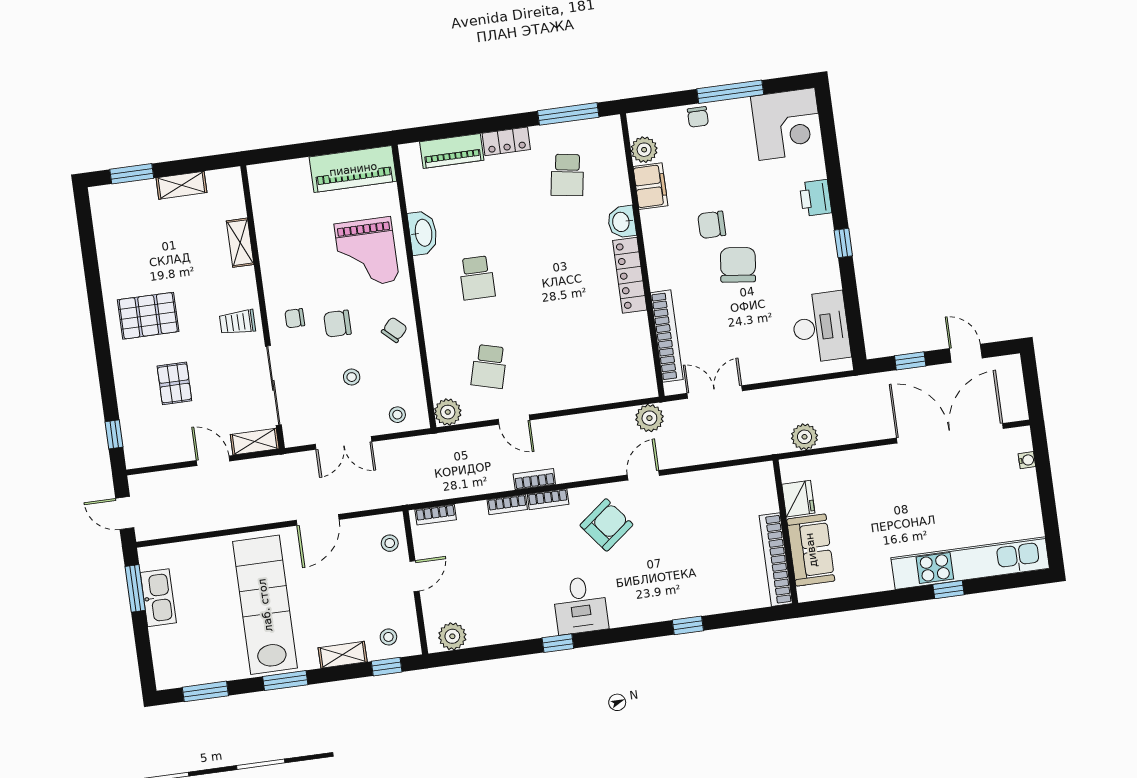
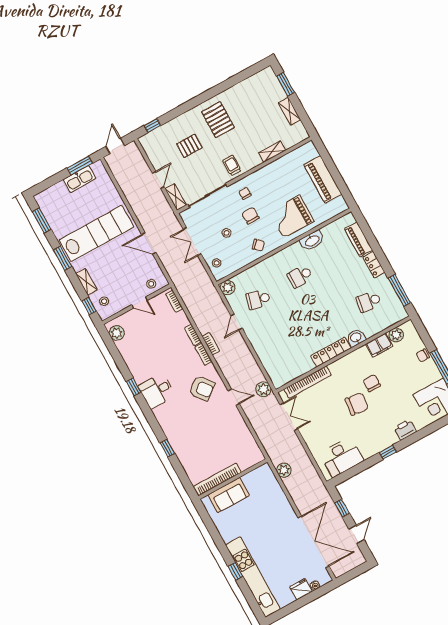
piano: (353, 169) -> (323, 179), moved
fridge: (798, 499) -> (301, 589), moved, turned 180

